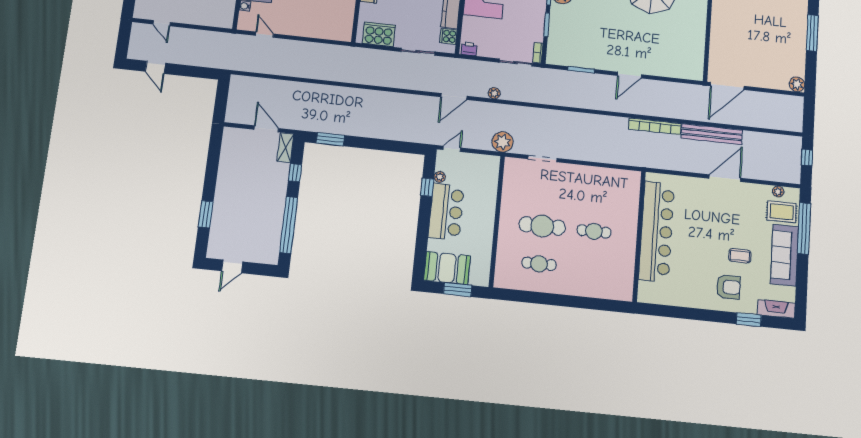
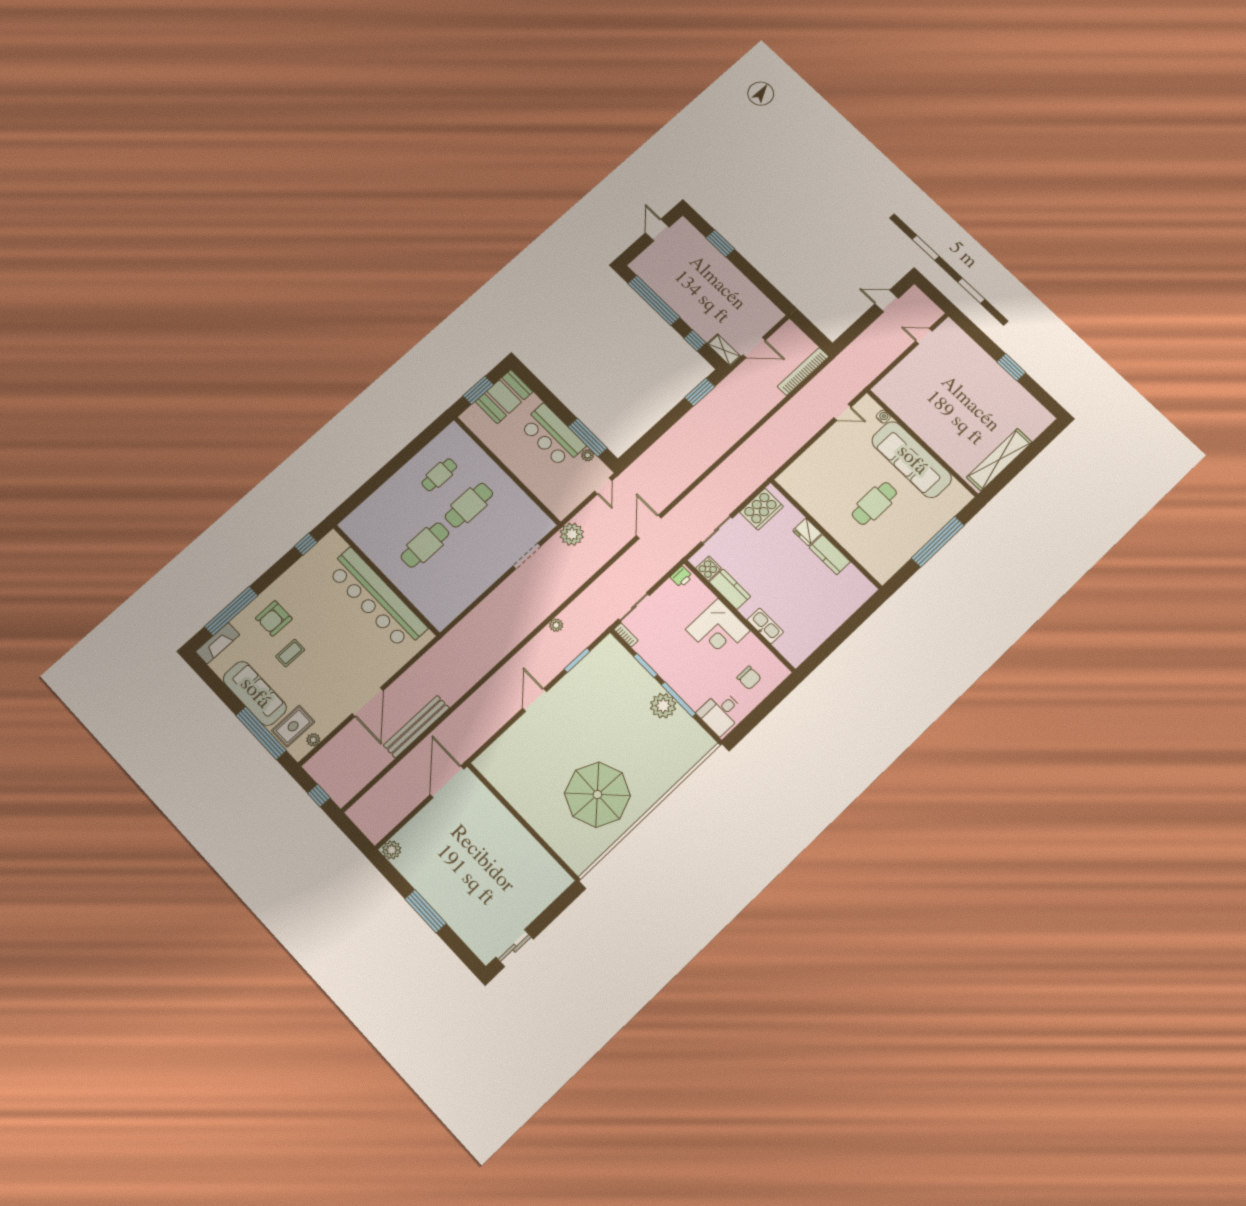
plant: (494, 93) -> (556, 625), moved
bookcase: (655, 126) -> (803, 371), moved
window: (427, 187) -> (588, 437), width x2.17
cafe table: (594, 231) -> (425, 545), width x1.37, depth x1.35
window: (663, 311) -> (306, 544), added
window: (749, 320) -> (231, 611), width x2.11

